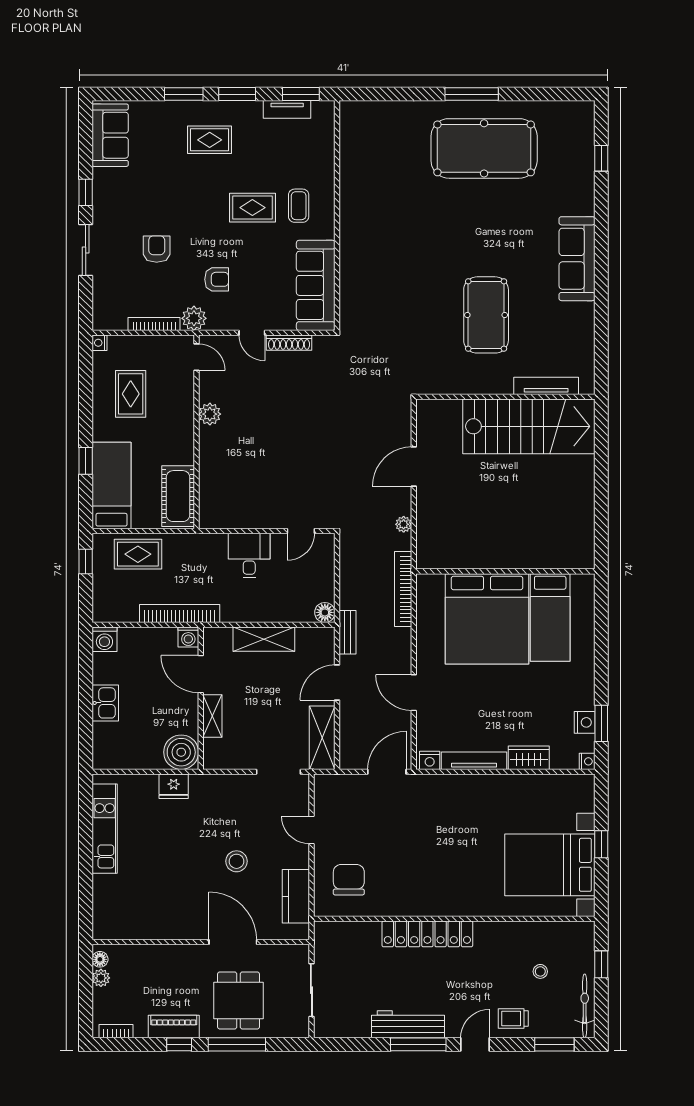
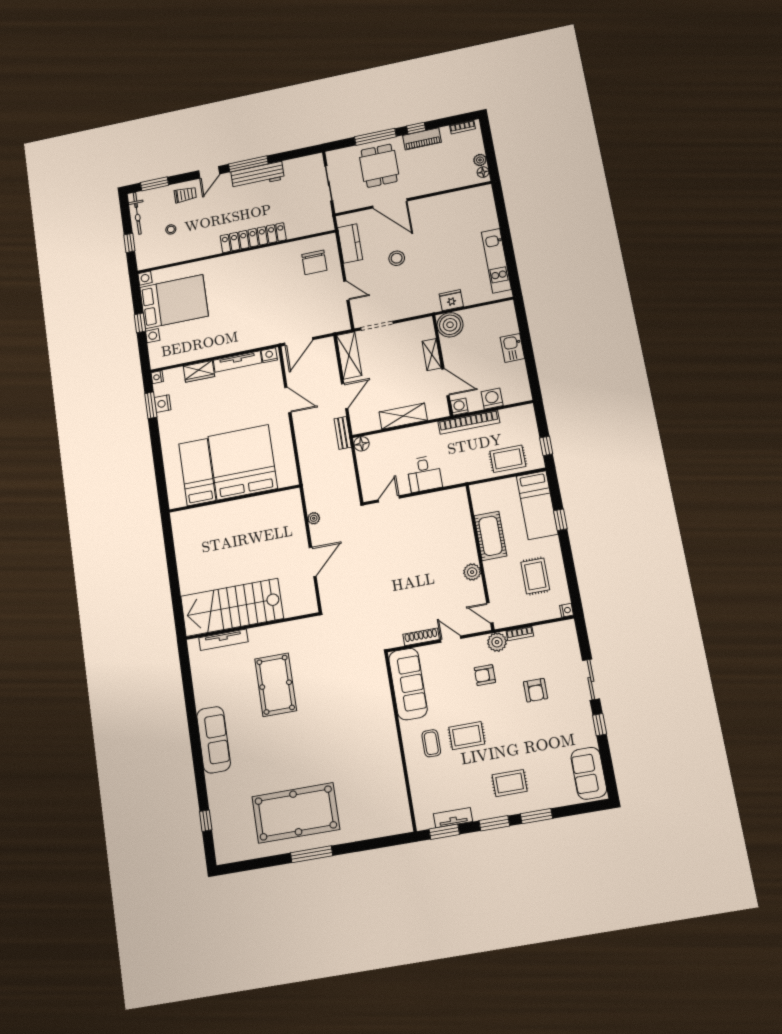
bookcase: (154, 324) -> (520, 633), width x0.64
cot: (178, 496) -> (491, 536), moved
bookcase: (403, 589) -> (307, 472), removed
washing machine: (104, 639) -> (492, 399), moved

